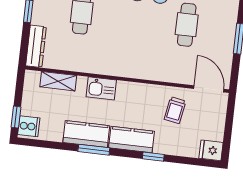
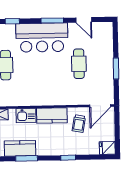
door: (209, 89) -> (100, 106), swing flipped
kitchen counter: (131, 140) -> (52, 115), moved, turned 180

